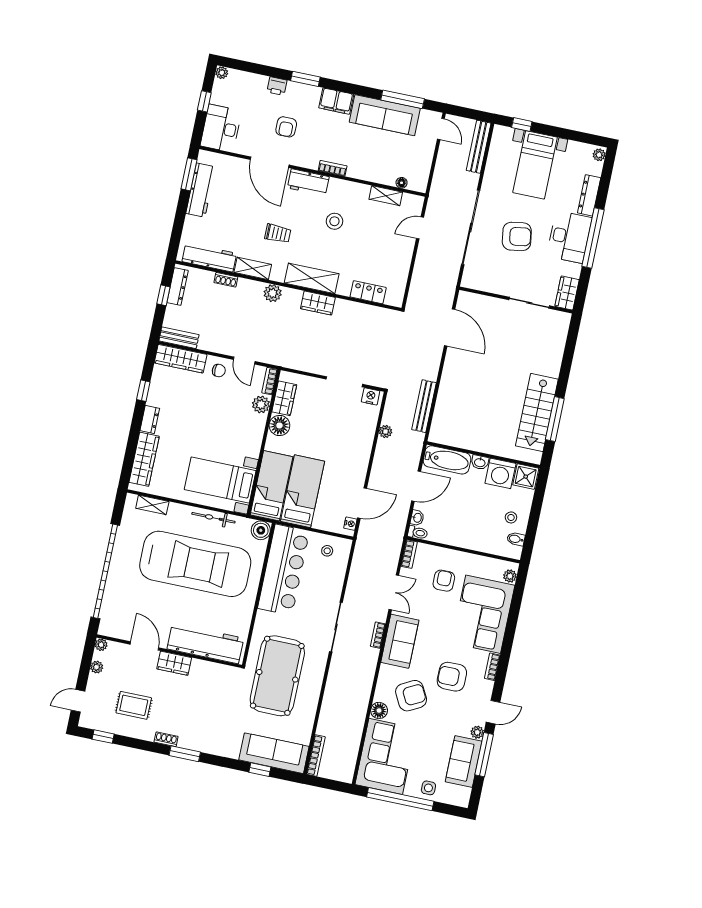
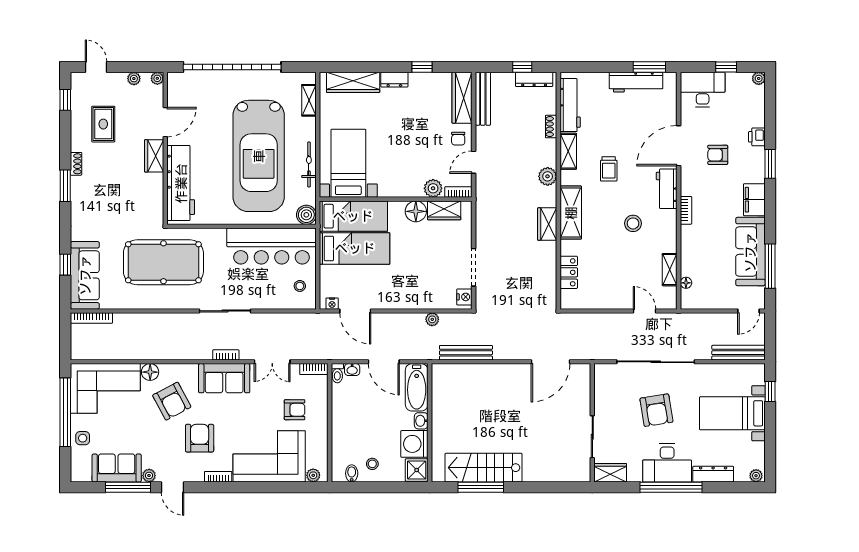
bench: (179, 338) -> (483, 99), width x1.36

